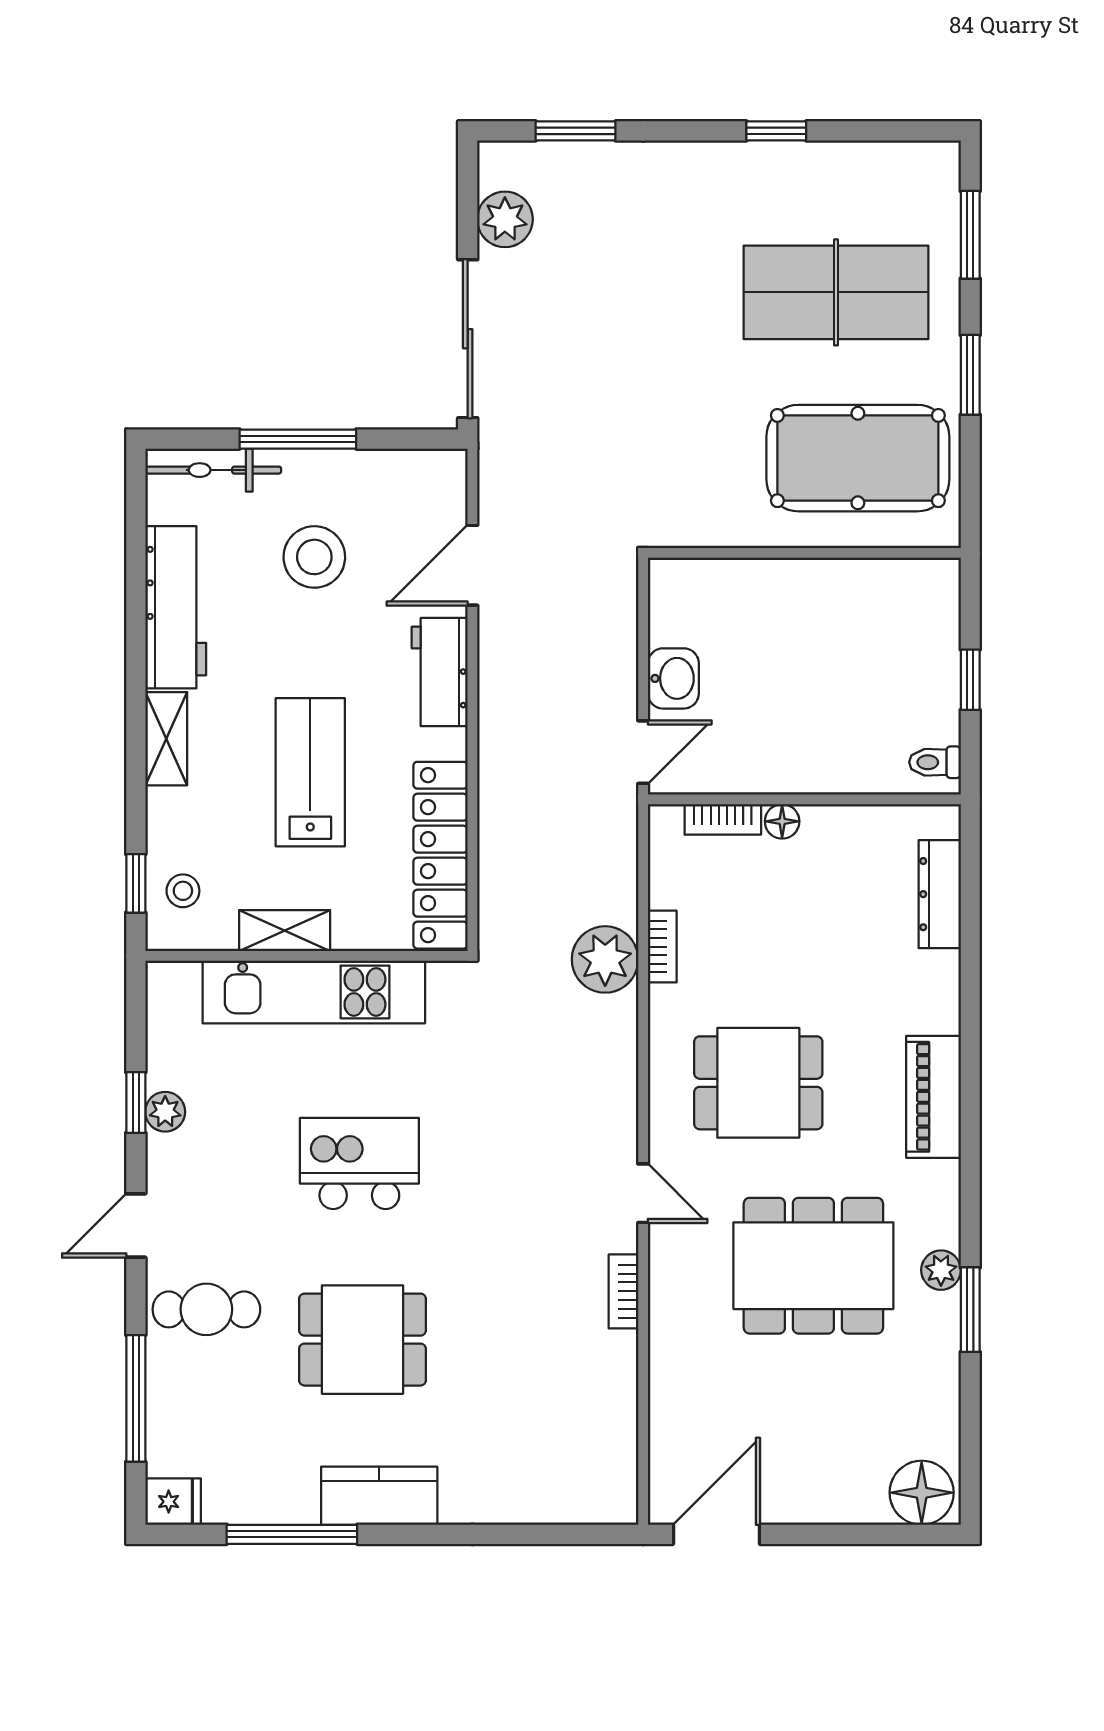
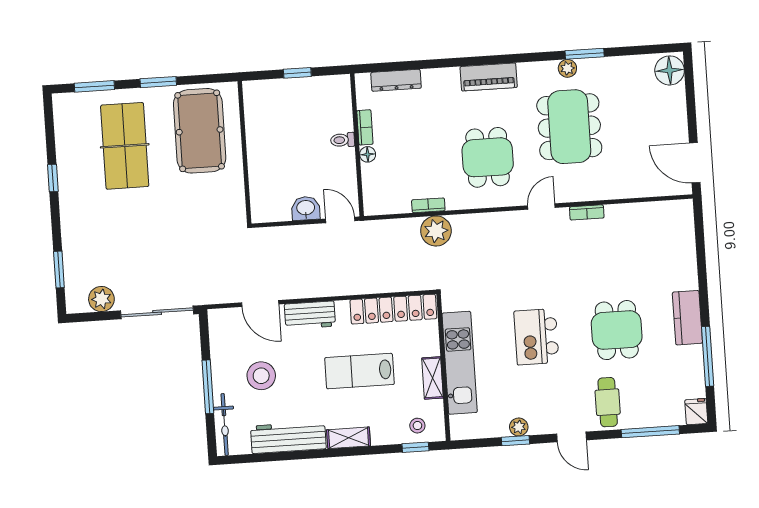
toilet: (935, 762) -> (343, 140), moved, turned 90
bookcase: (723, 819) -> (365, 127), moved

